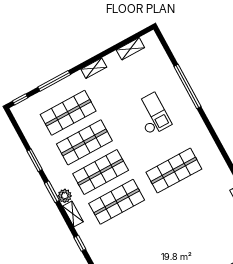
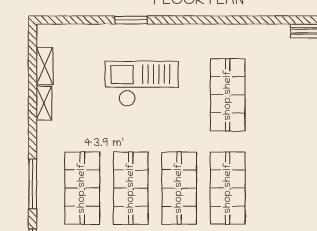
shelving: (94, 68) -> (44, 103), moved
window: (187, 86) -> (131, 20), width x0.47
checkout: (152, 114) -> (142, 84), width x1.36, depth x1.21

